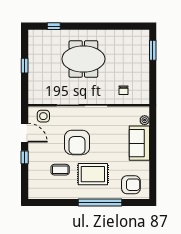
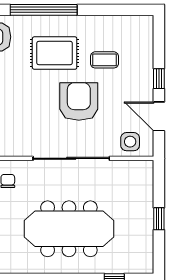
meeting table: (83, 59) -> (69, 229), width x1.36

